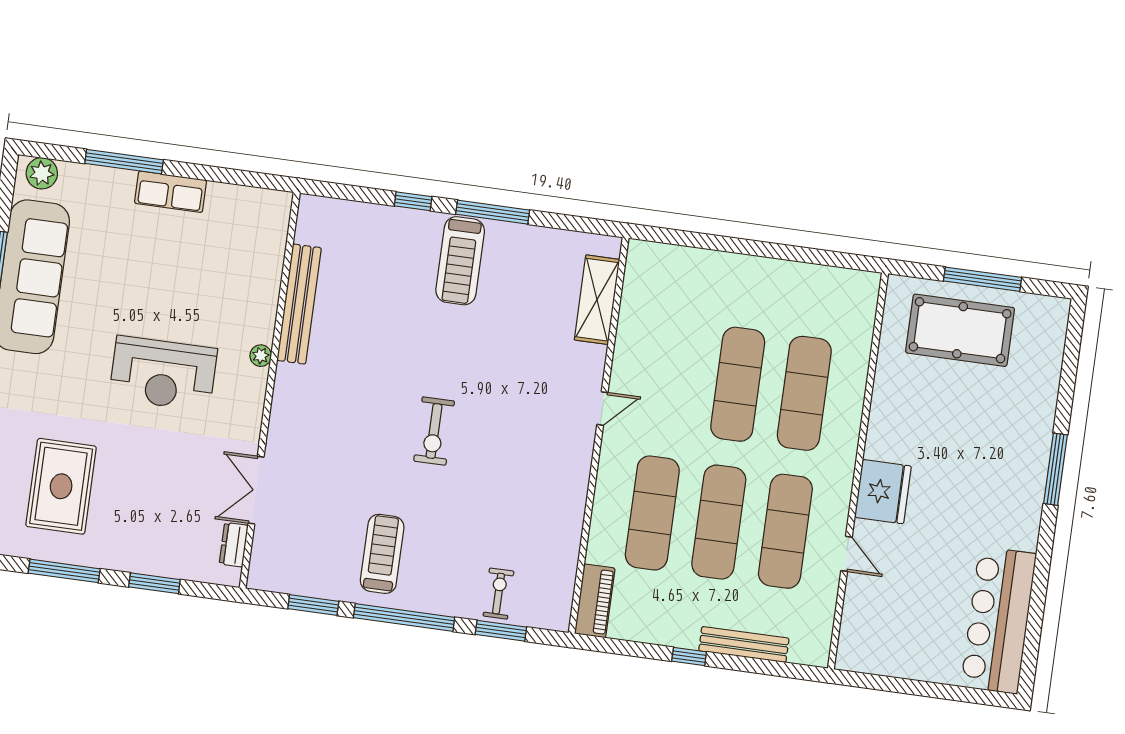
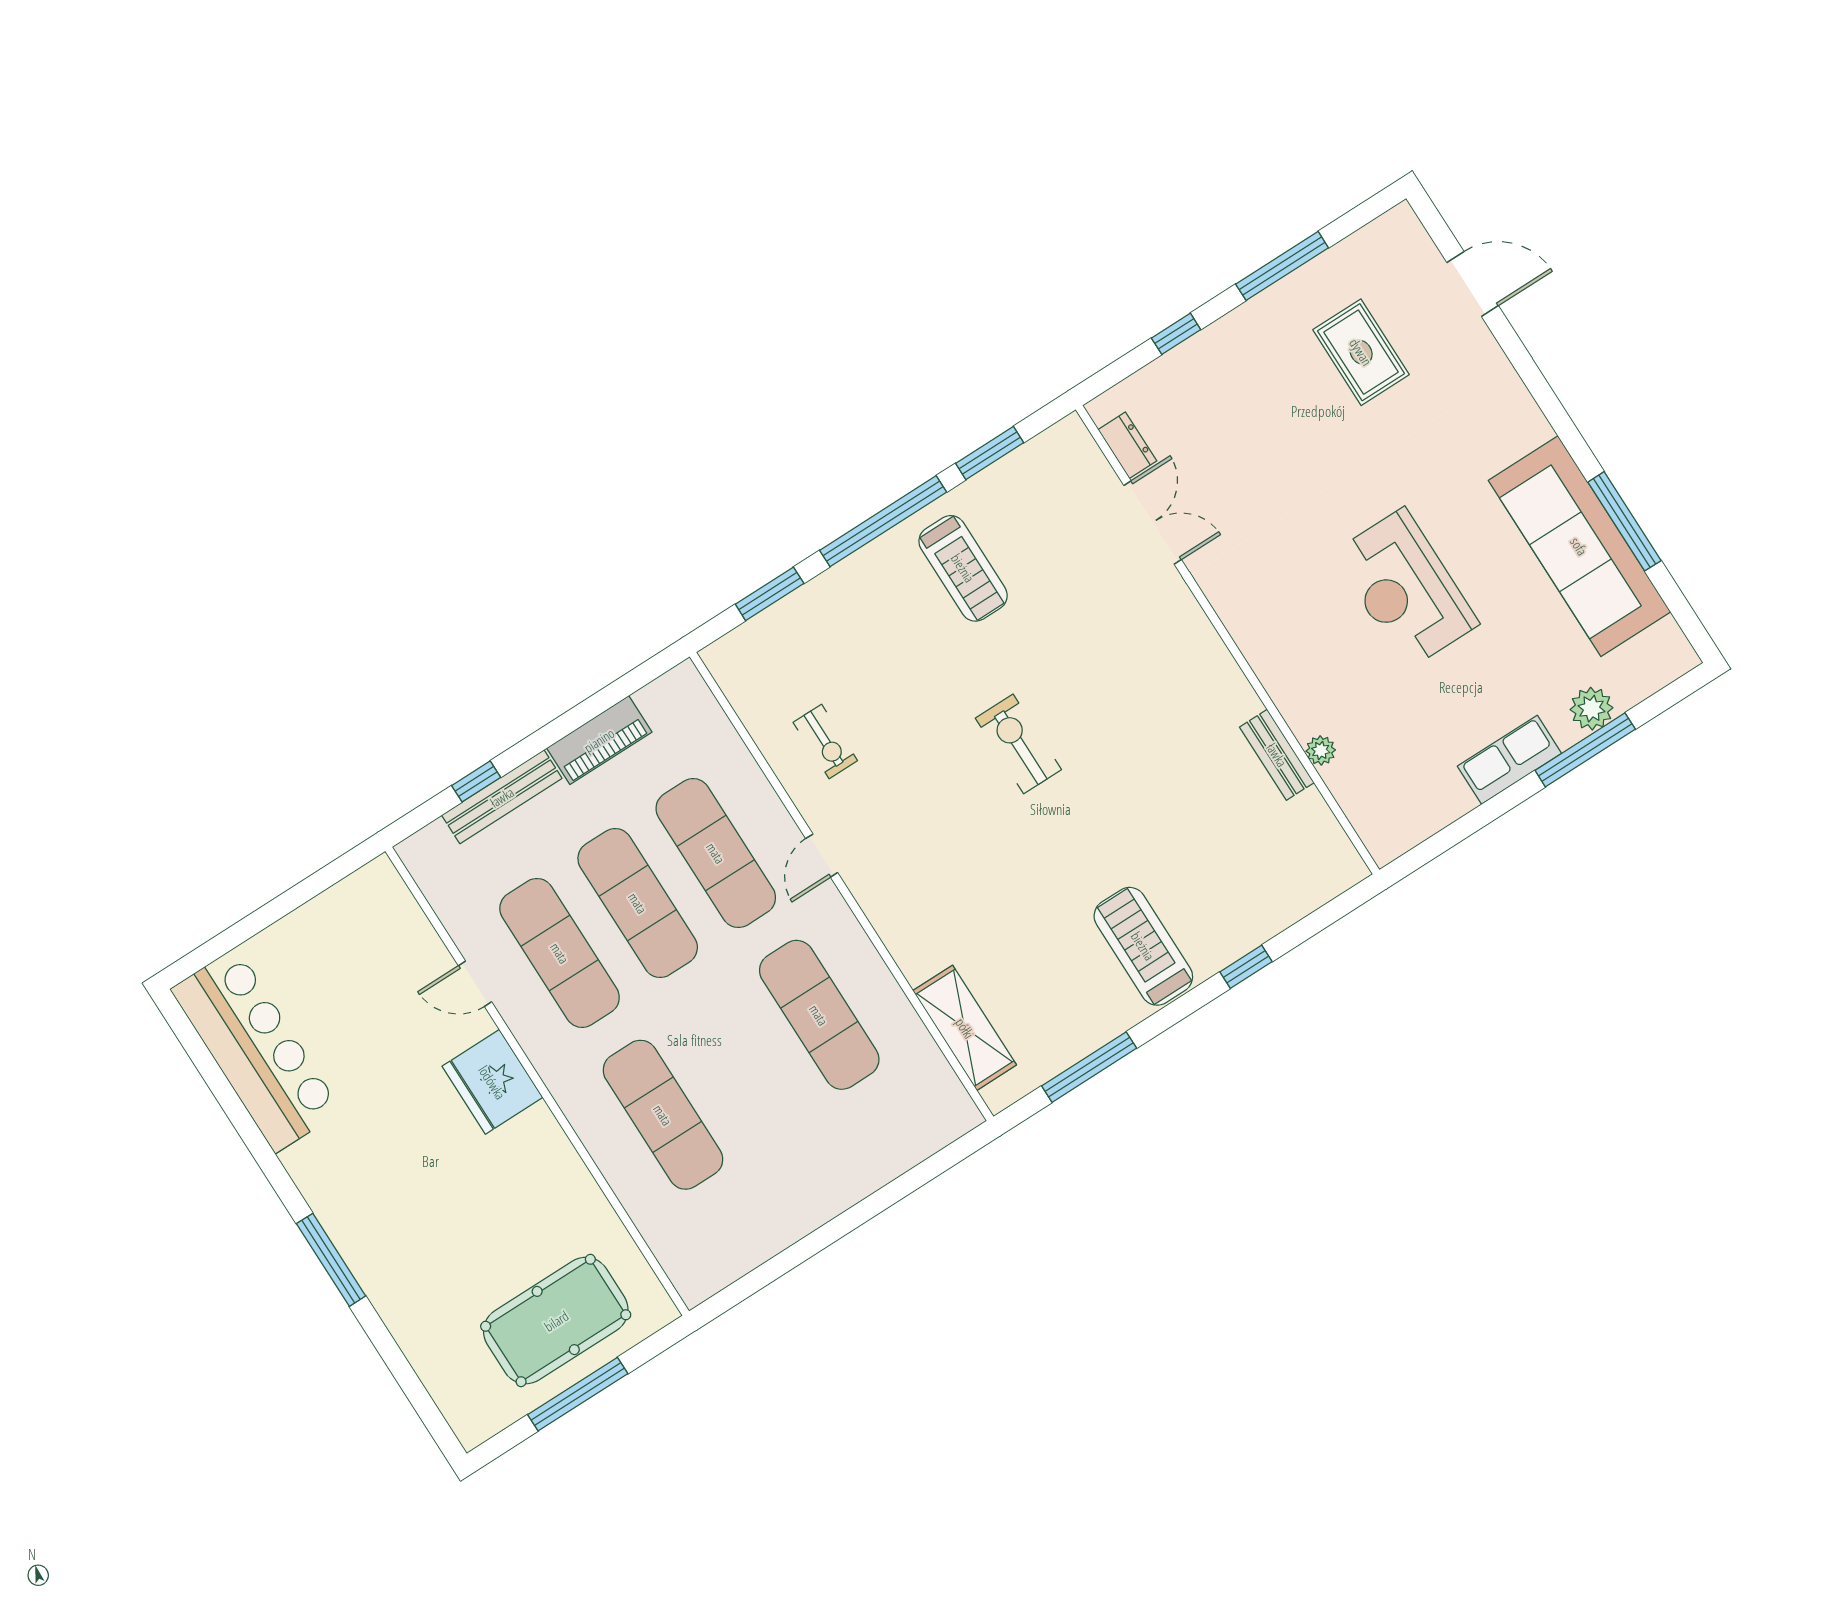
plant: (42, 173) -> (1592, 709), moved
window: (493, 212) -> (1089, 1067), moved
bench: (299, 304) -> (1277, 755), width x0.54, depth x0.82
plant: (261, 356) -> (1321, 750), moved
reception desk: (163, 374) -> (1406, 589), moved, turned -90
exercise mat: (738, 384) -> (819, 1015), moved
door: (602, 409) -> (822, 856), moved
rug: (61, 486) -> (1361, 352), width x0.73, depth x0.70
window: (154, 583) -> (1176, 334), width x0.67
exercise bike: (498, 594) -> (825, 741), moved
piano: (595, 601) -> (599, 740), moved, turned -90
window: (689, 657) -> (476, 781), moved

